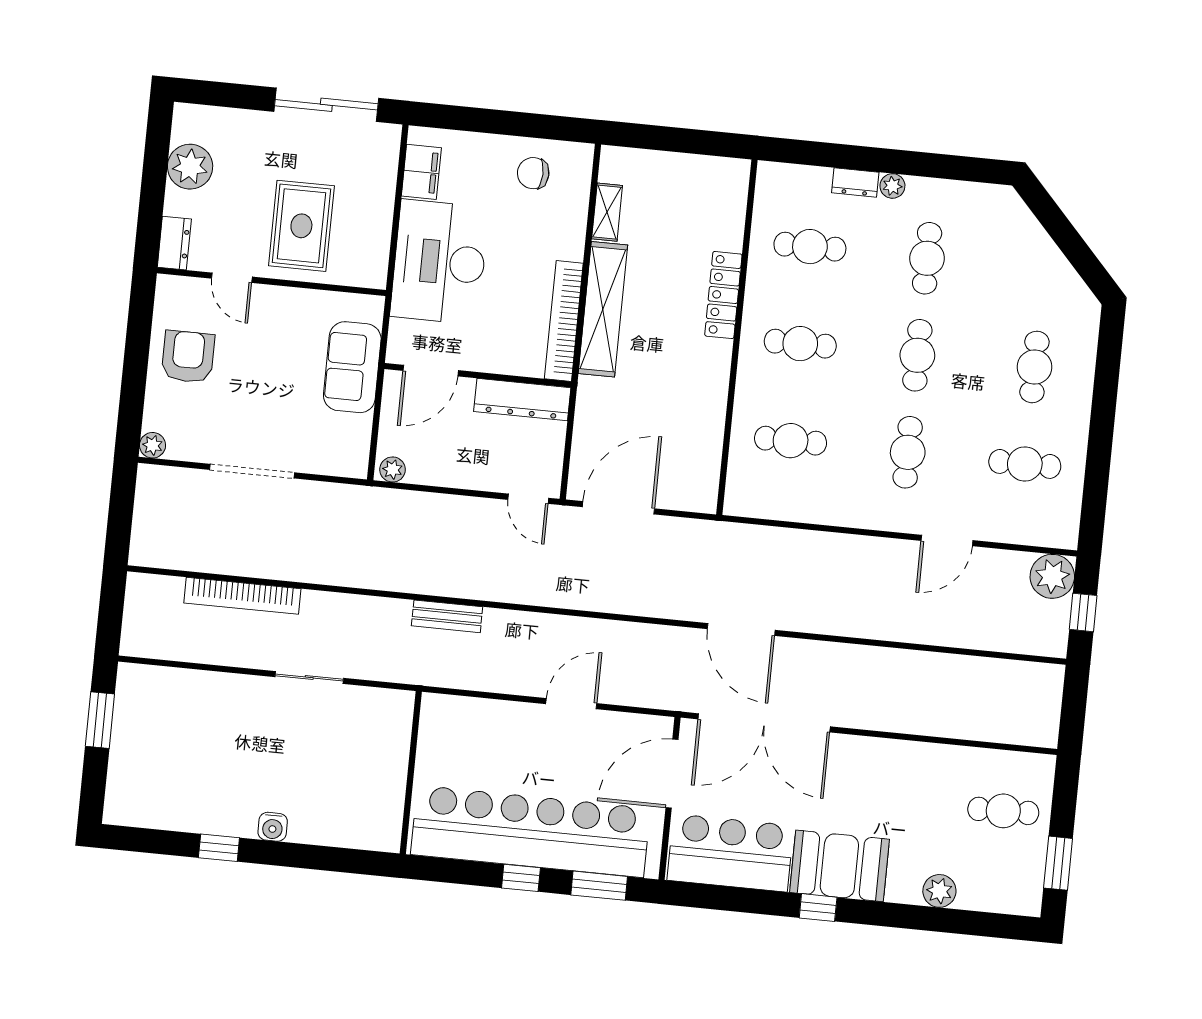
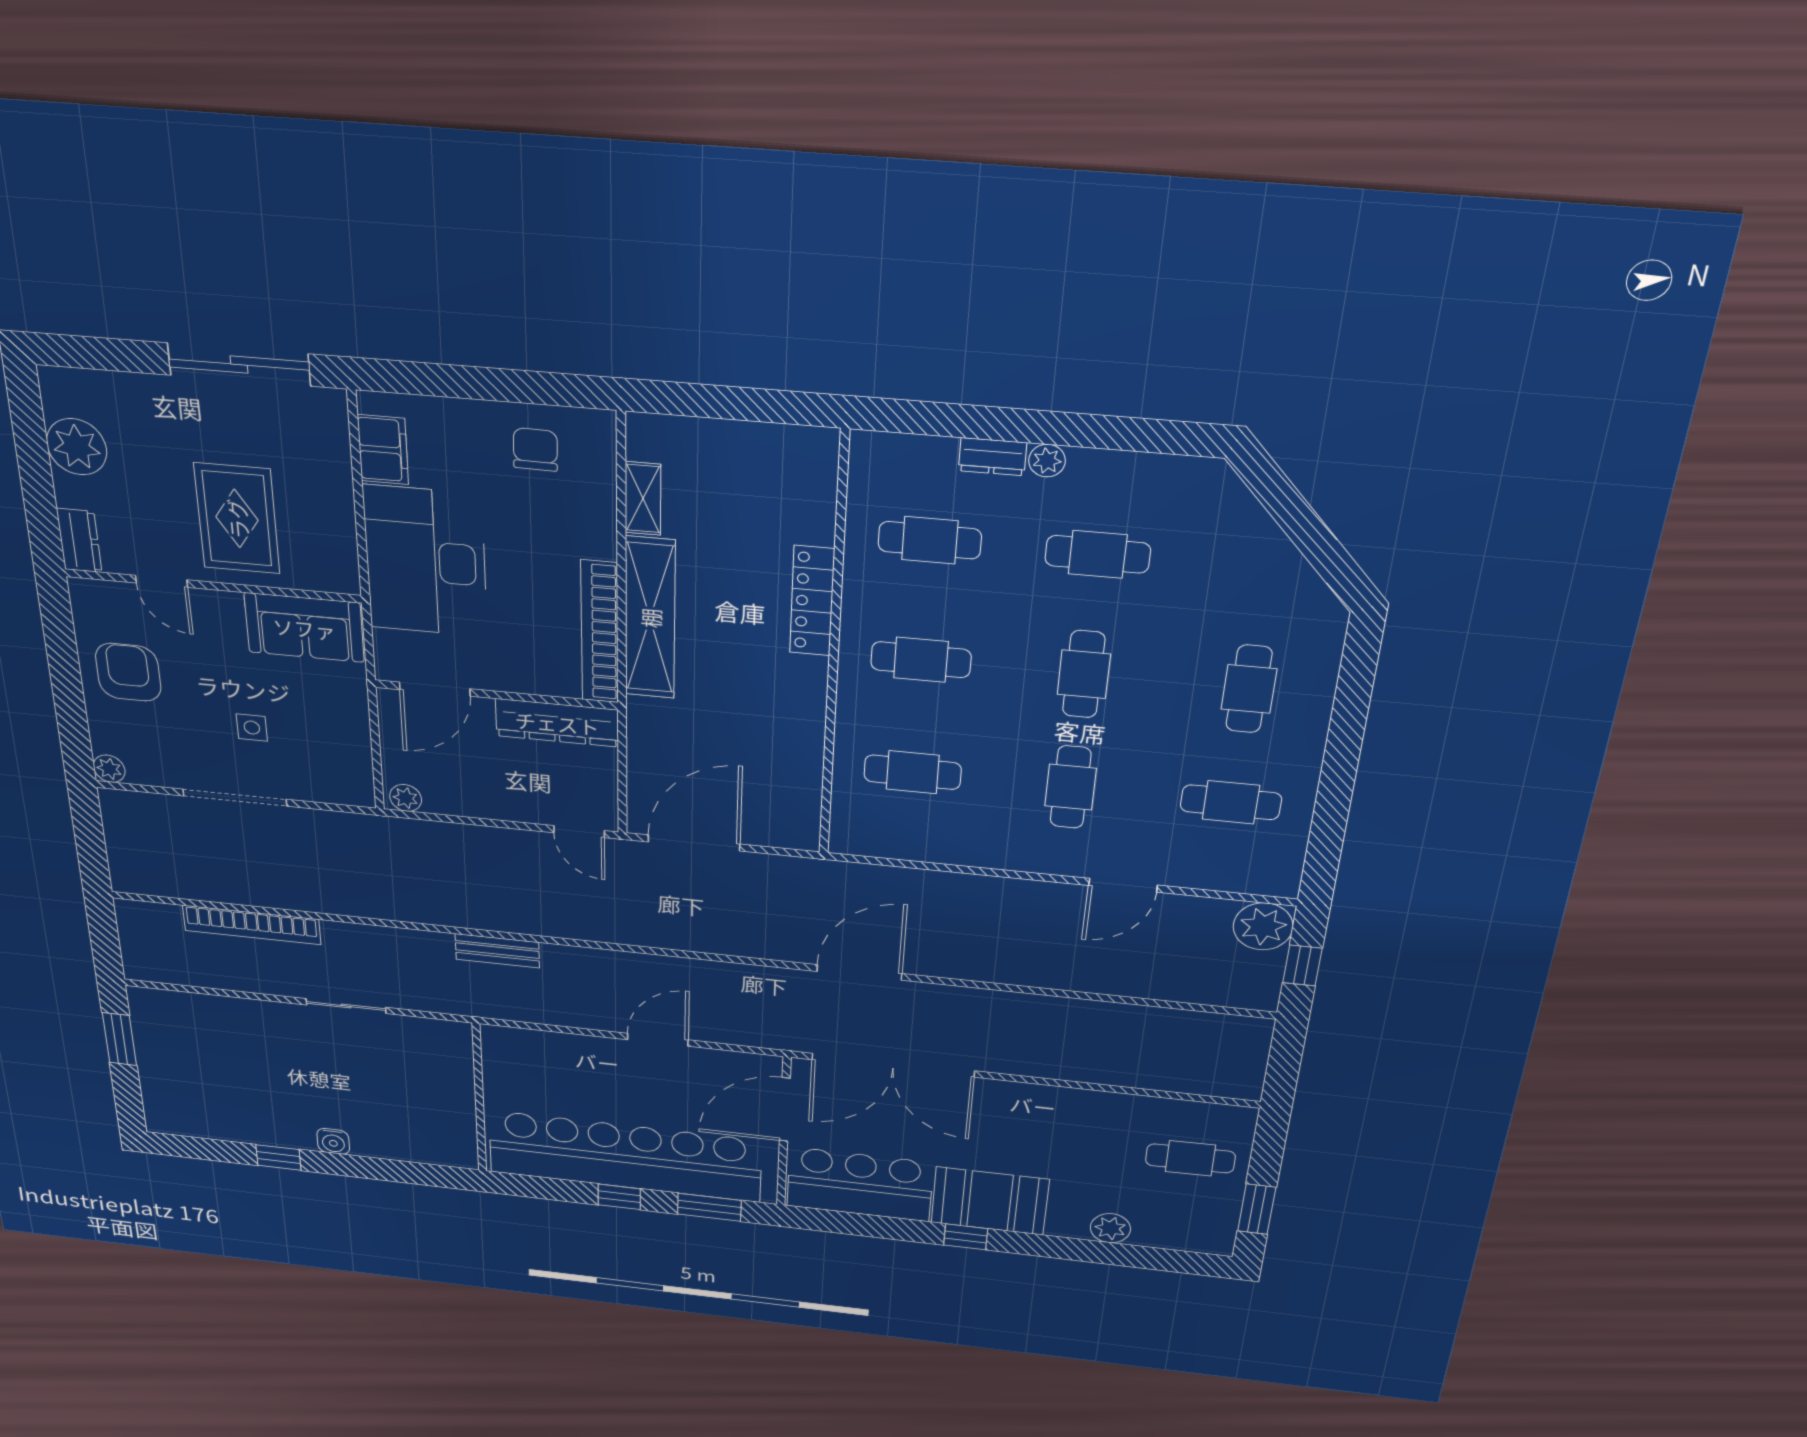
chair: (533, 173) -> (535, 450), turned 89
cafe table: (927, 258) -> (1098, 554), turned 90
sofa: (352, 367) -> (304, 628), moved, turned -90
side table: (279, 406) -> (252, 728), added
door: (741, 629) -> (859, 972), swing flipped

